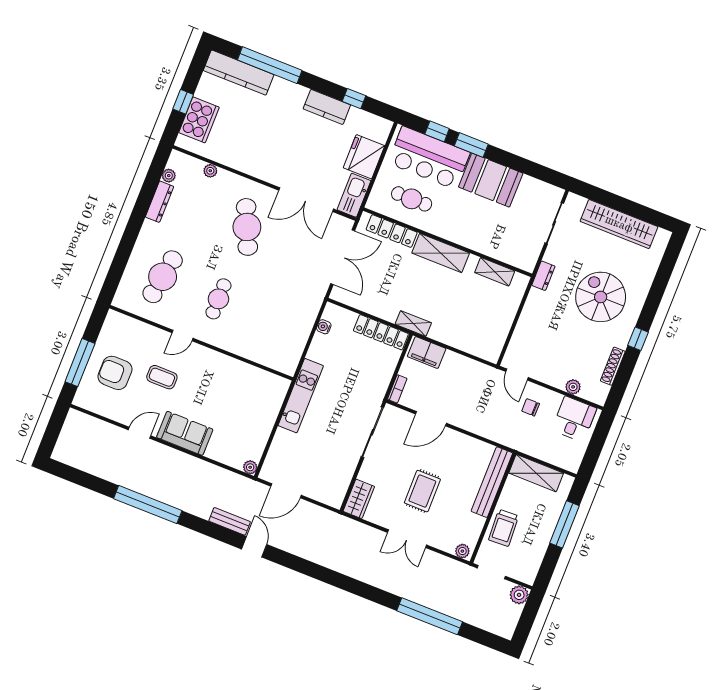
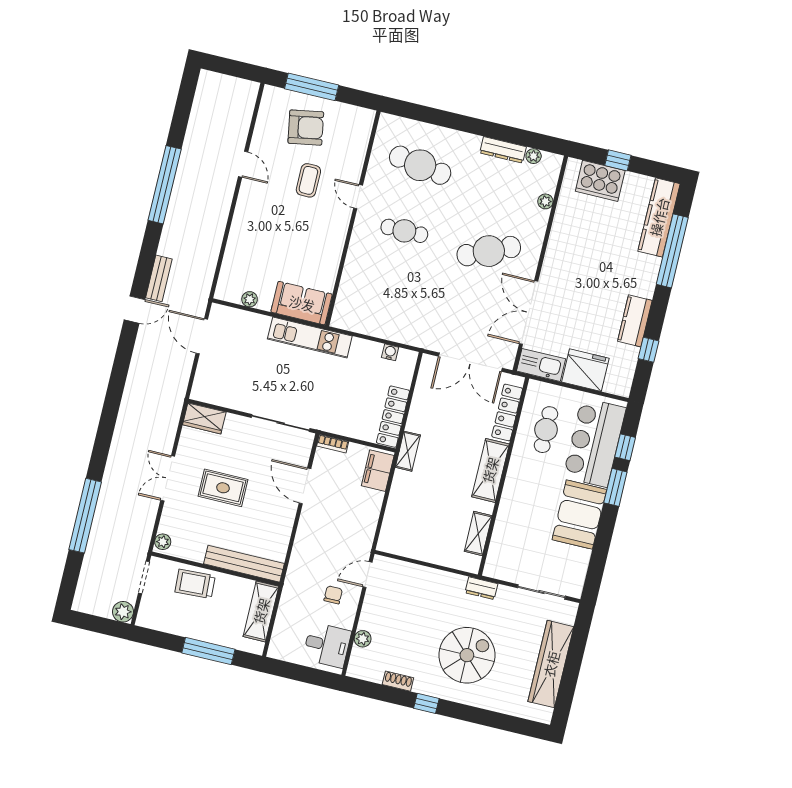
shoe rack: (613, 366) -> (398, 681), width x0.70
armchair: (115, 373) -> (306, 128), turned 80
sofa: (185, 433) -> (302, 303), moved, turned -90
plant: (250, 467) -> (250, 299), moved

